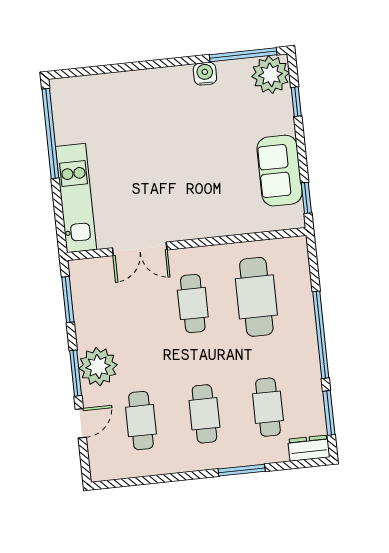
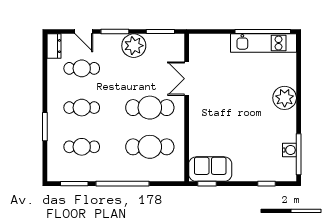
water cooler: (205, 74) -> (289, 150), moved
plant: (271, 75) -> (285, 98), moved
sofa: (280, 171) -> (210, 169), moved
kitchen unit: (76, 198) -> (263, 43), moved
cafe table: (193, 304) -> (150, 108), width x1.37, depth x1.35
plant: (98, 367) -> (134, 46), moved
dresser: (309, 448) -> (54, 46), moved

